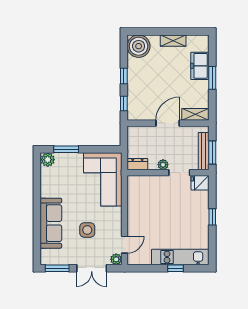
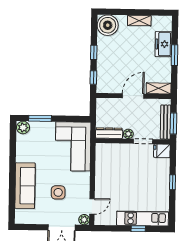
dresser: (137, 164) -> (109, 133), width x1.44
window: (57, 268) -> (30, 227), removed

